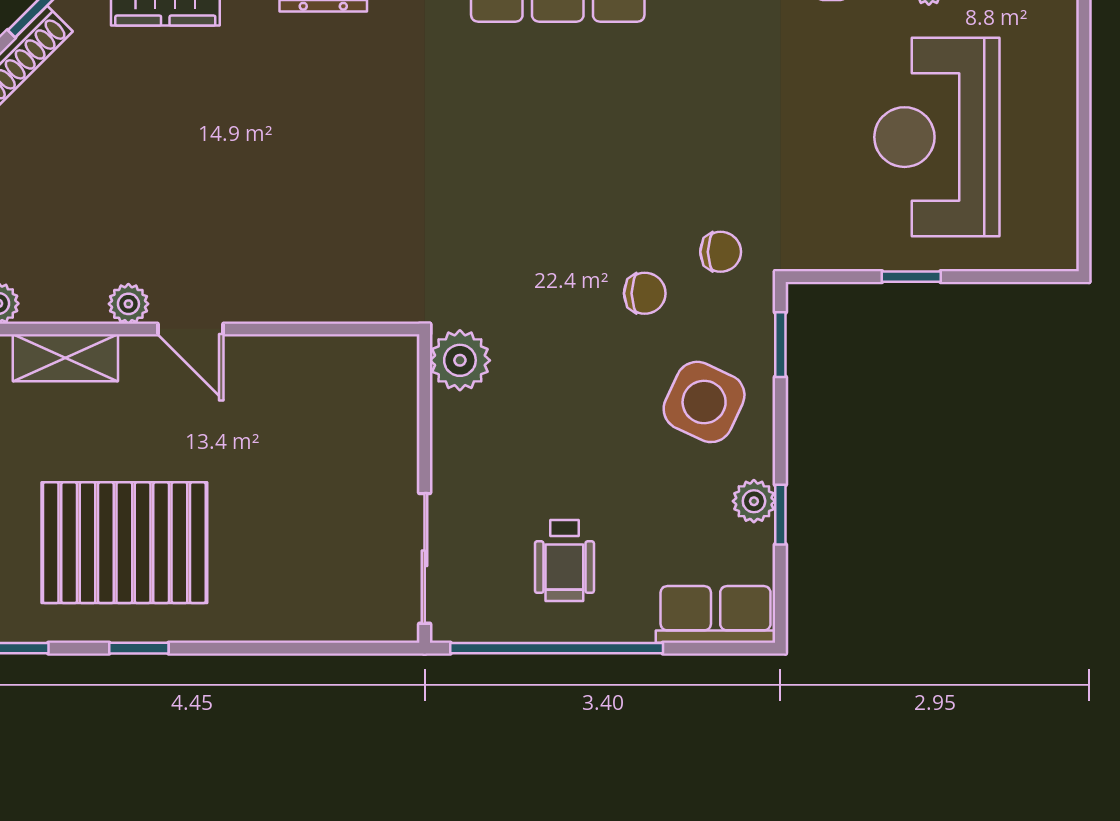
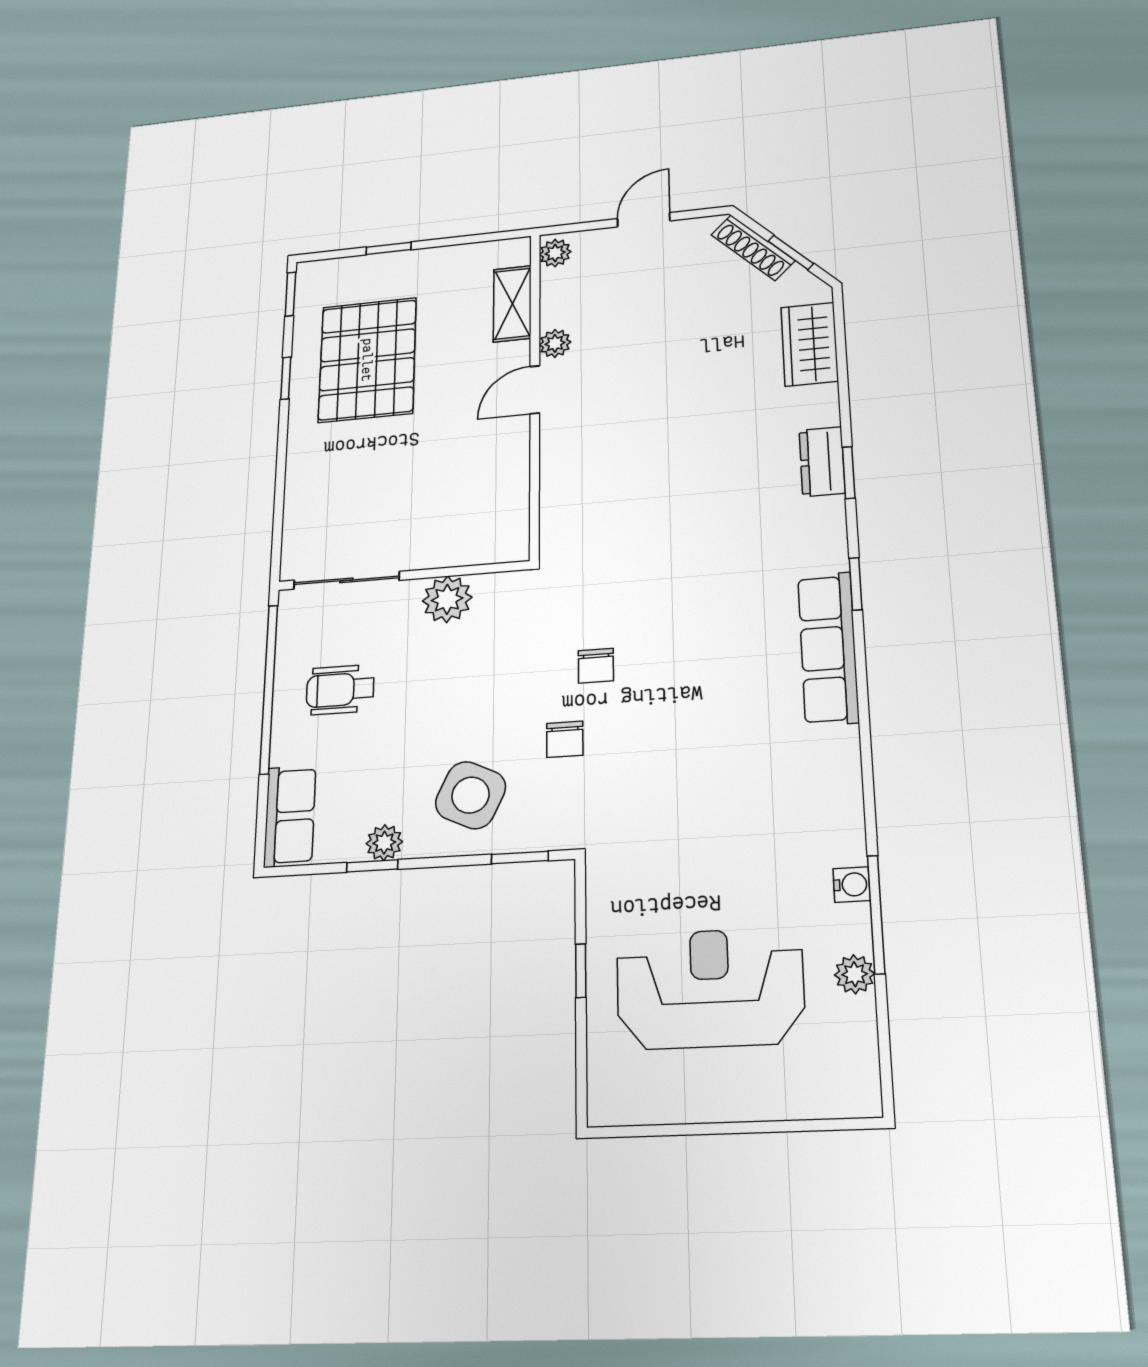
chair: (721, 252) -> (596, 666), moved
plant: (460, 360) -> (447, 599), moved

